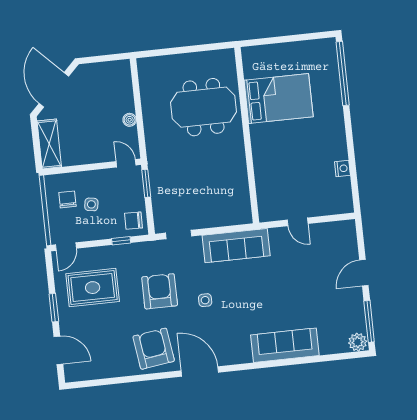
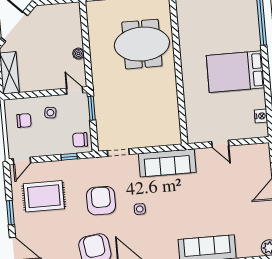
bed: (279, 99) -> (235, 72), moved, turned 180
nightstand: (342, 168) -> (261, 116), moved
chair: (67, 199) -> (24, 121), turned 90
side table: (91, 204) -> (50, 113), moved

